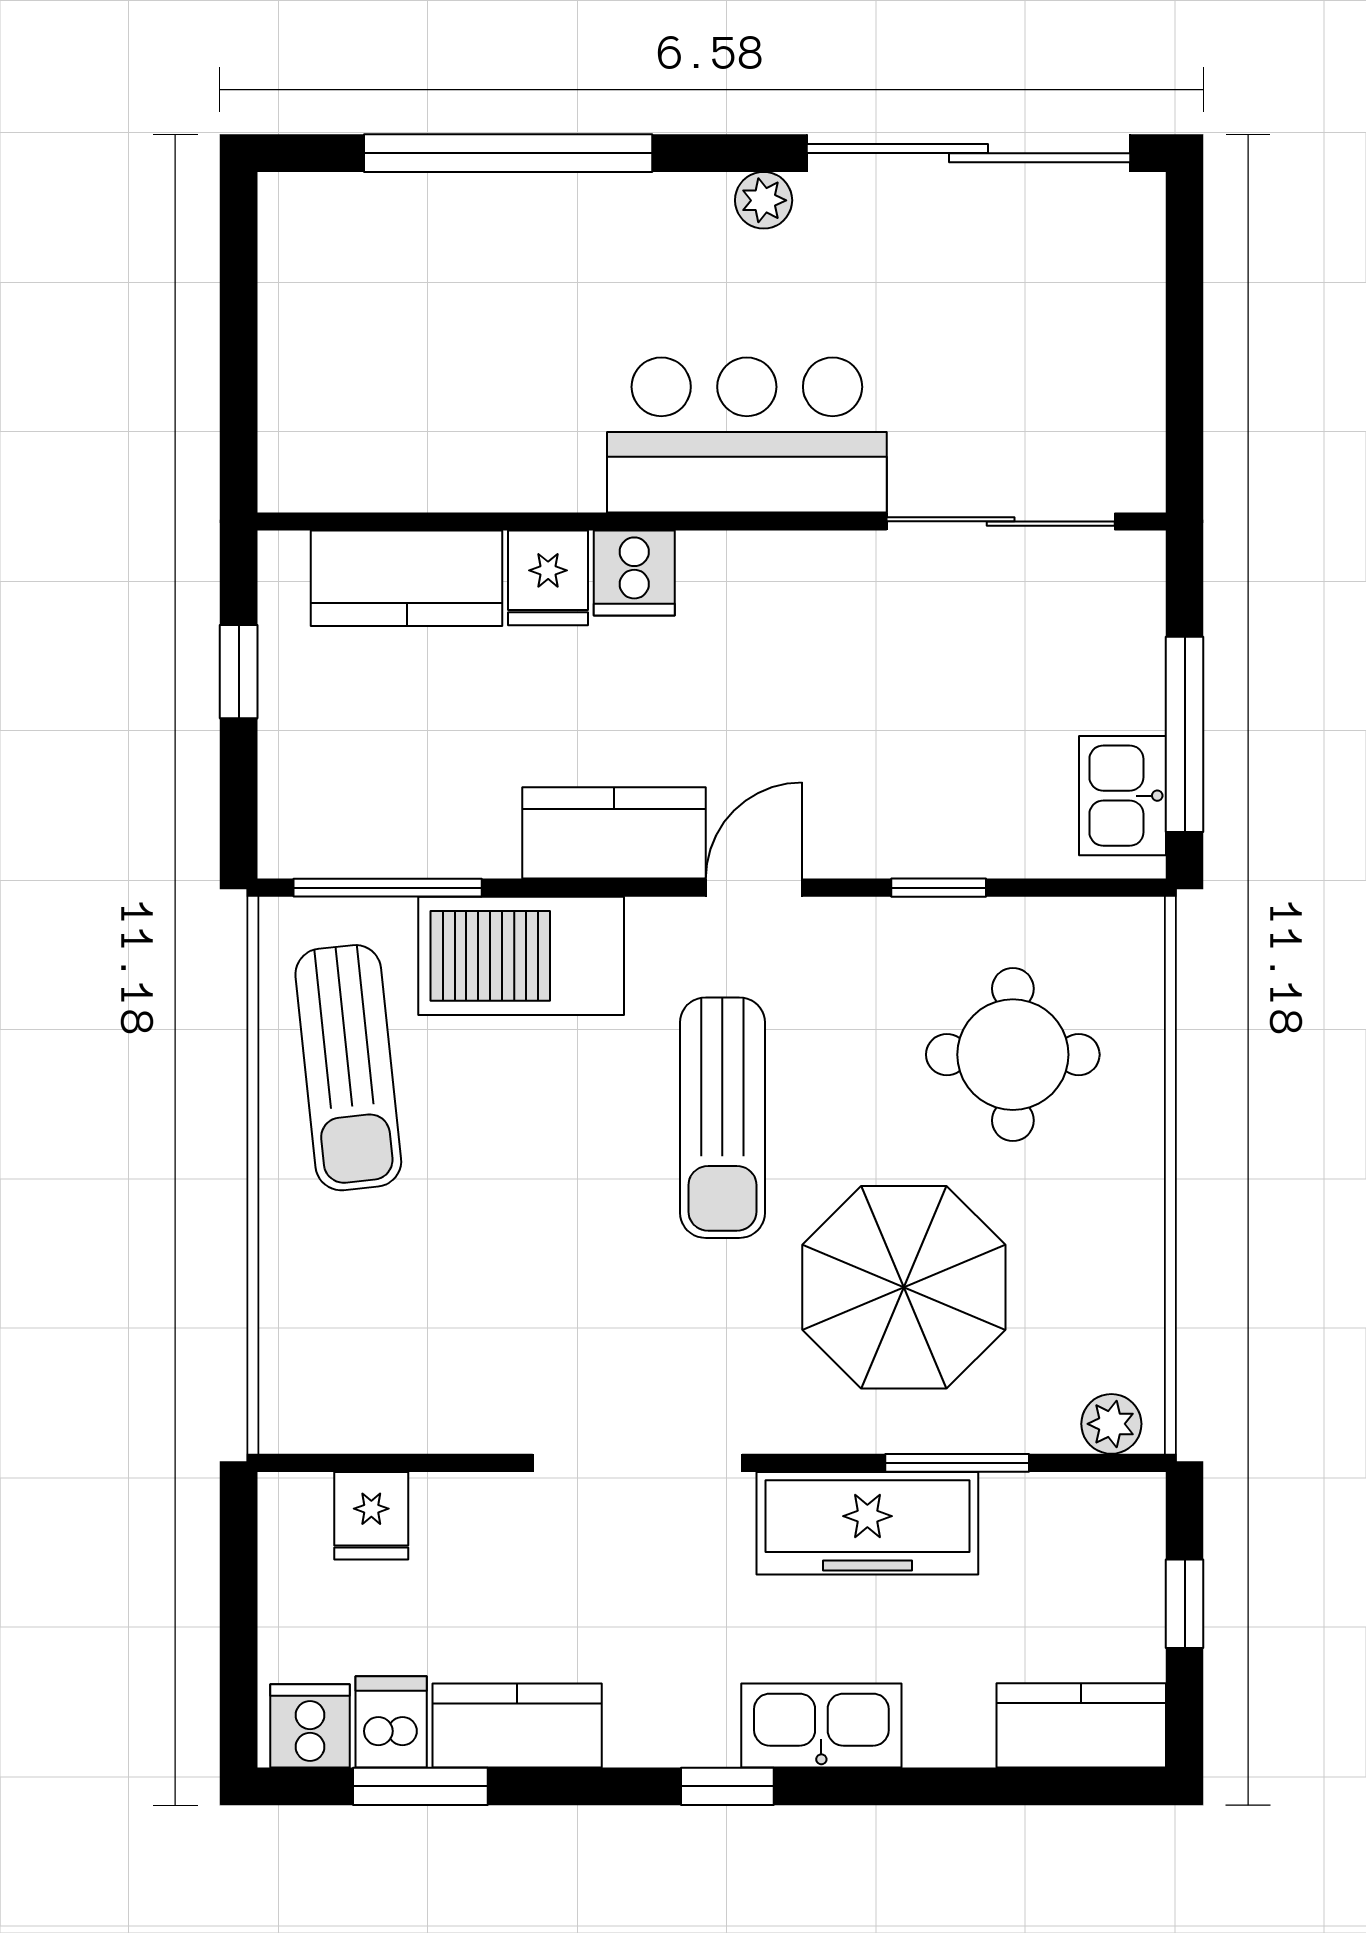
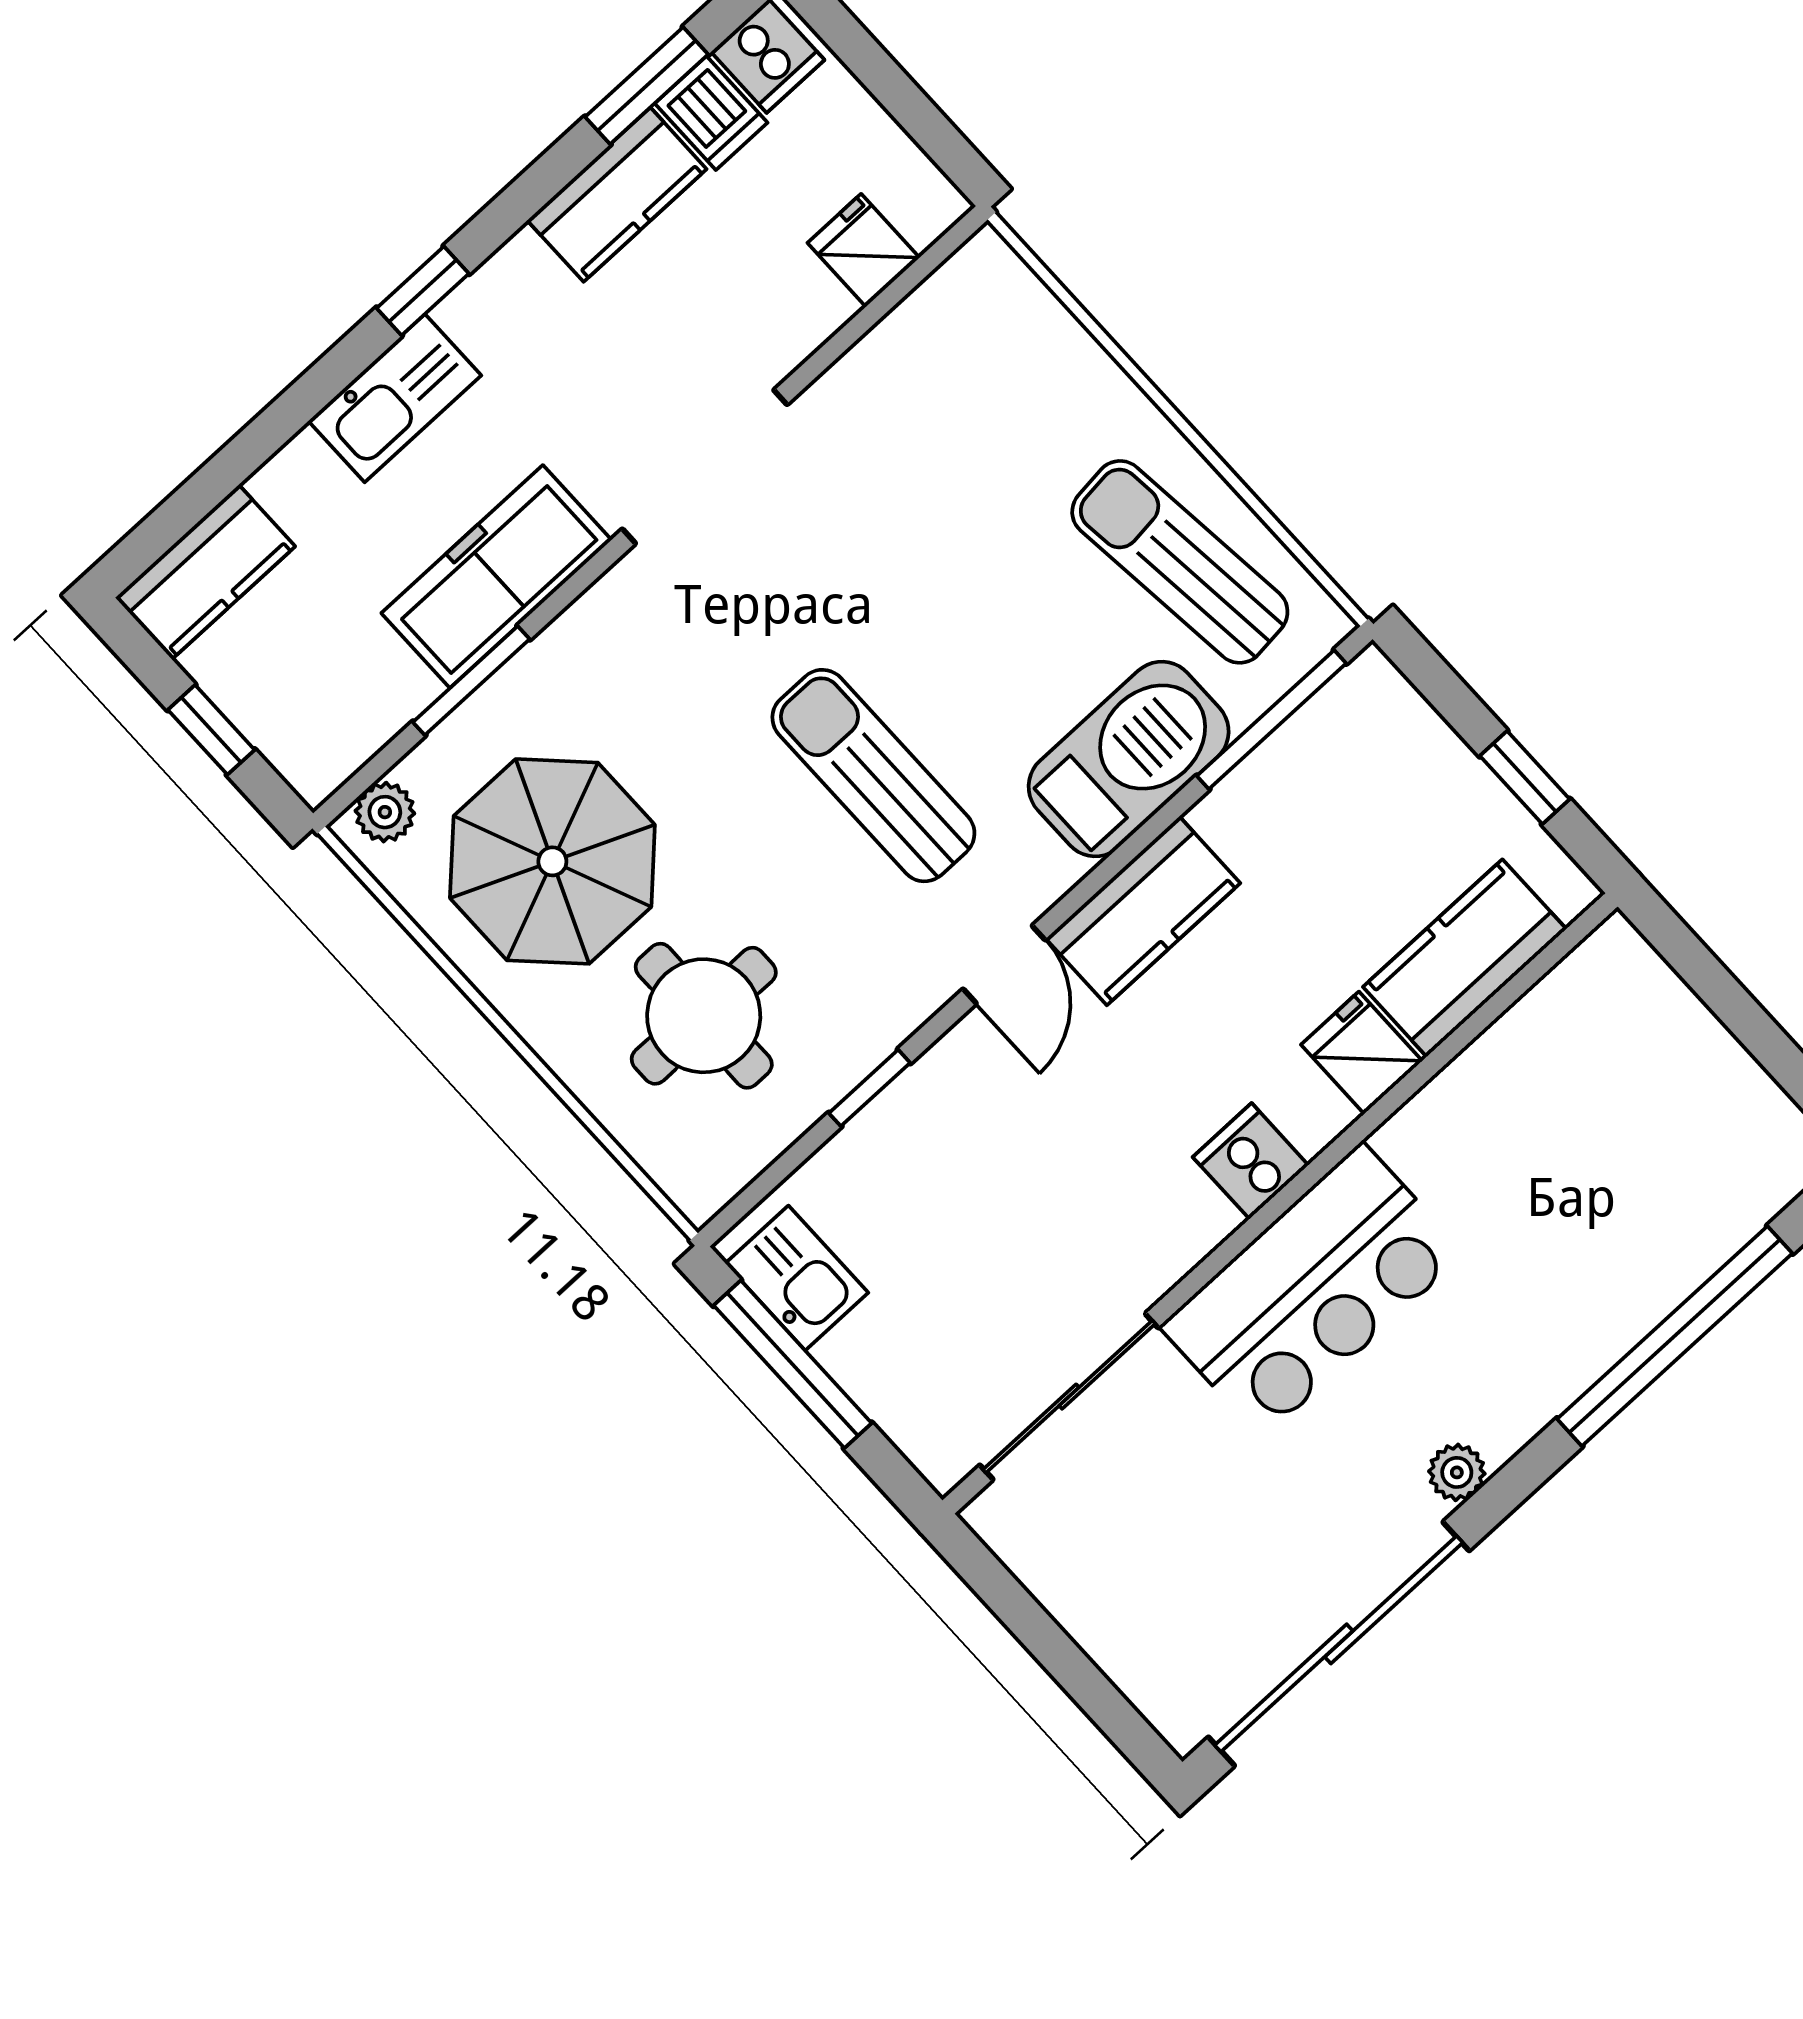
cooker: (634, 573) -> (1251, 1161), moved
parasol: (904, 1287) -> (552, 861), moved

